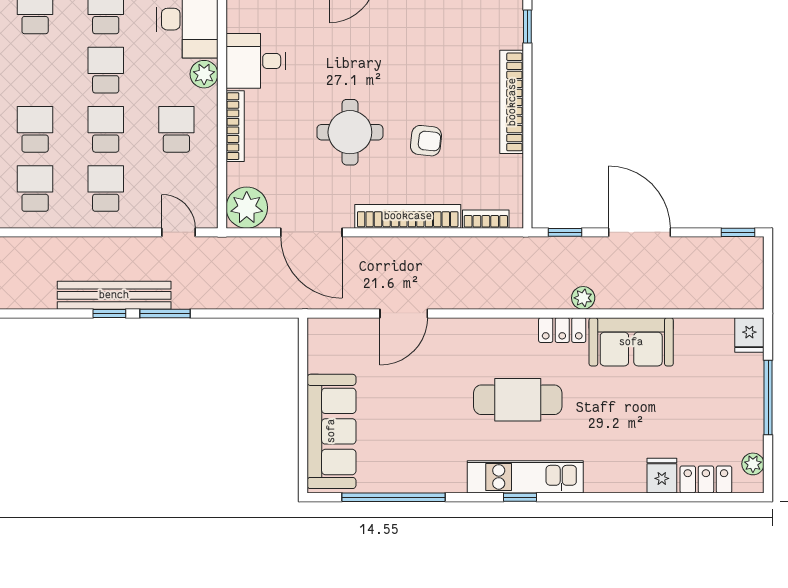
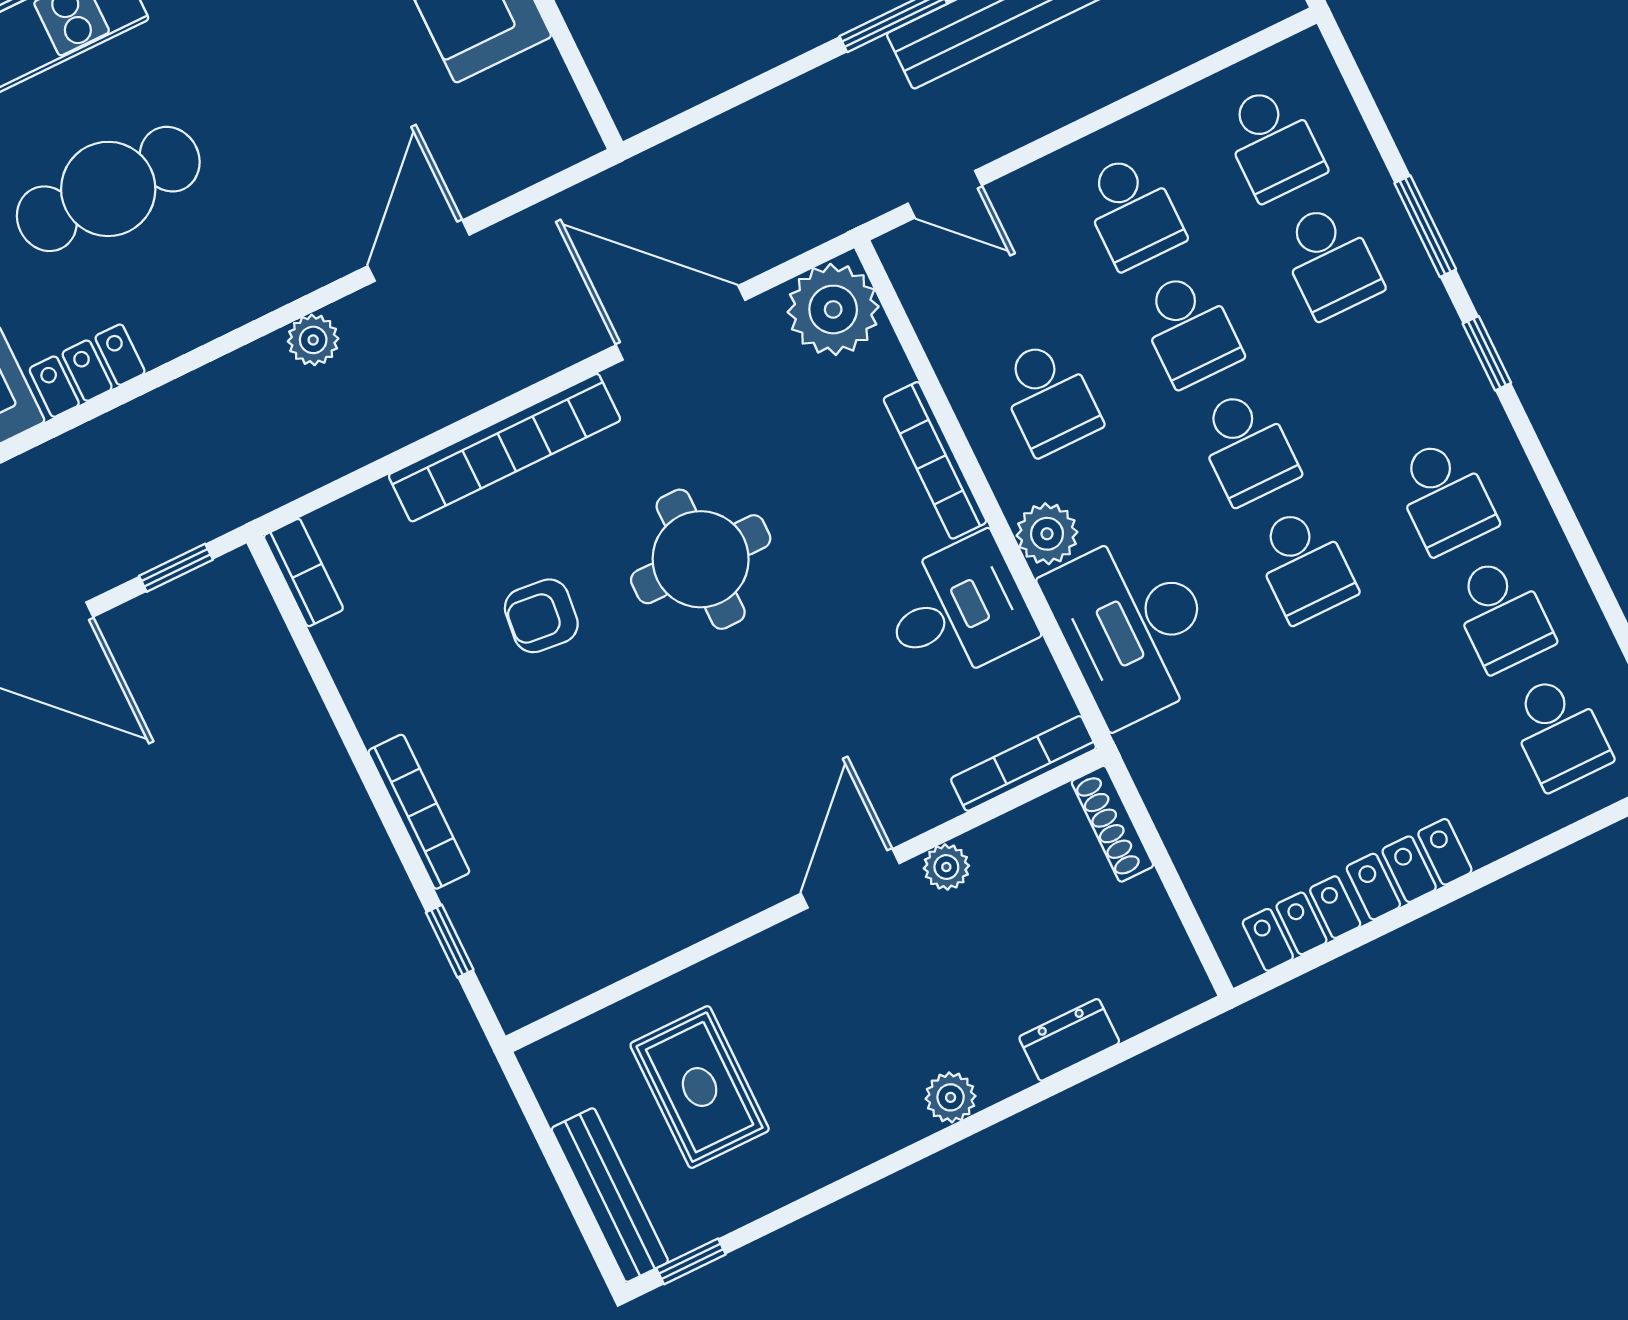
bookcase: (512, 102) -> (419, 812), width x0.68, depth x0.76
bookcase: (486, 219) -> (303, 573), moved, turned -90
plant: (583, 298) -> (313, 340), moved

